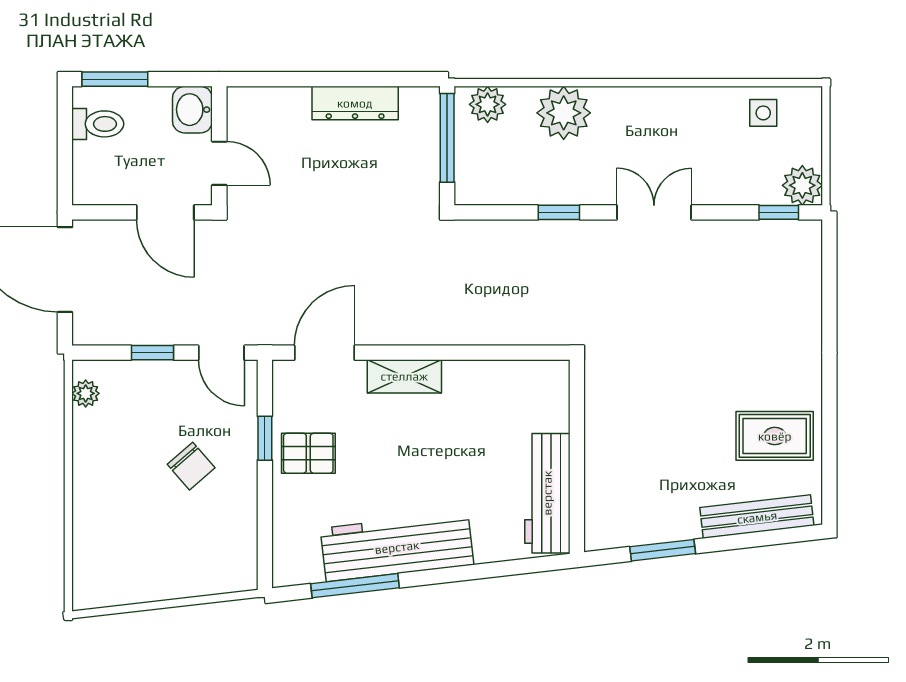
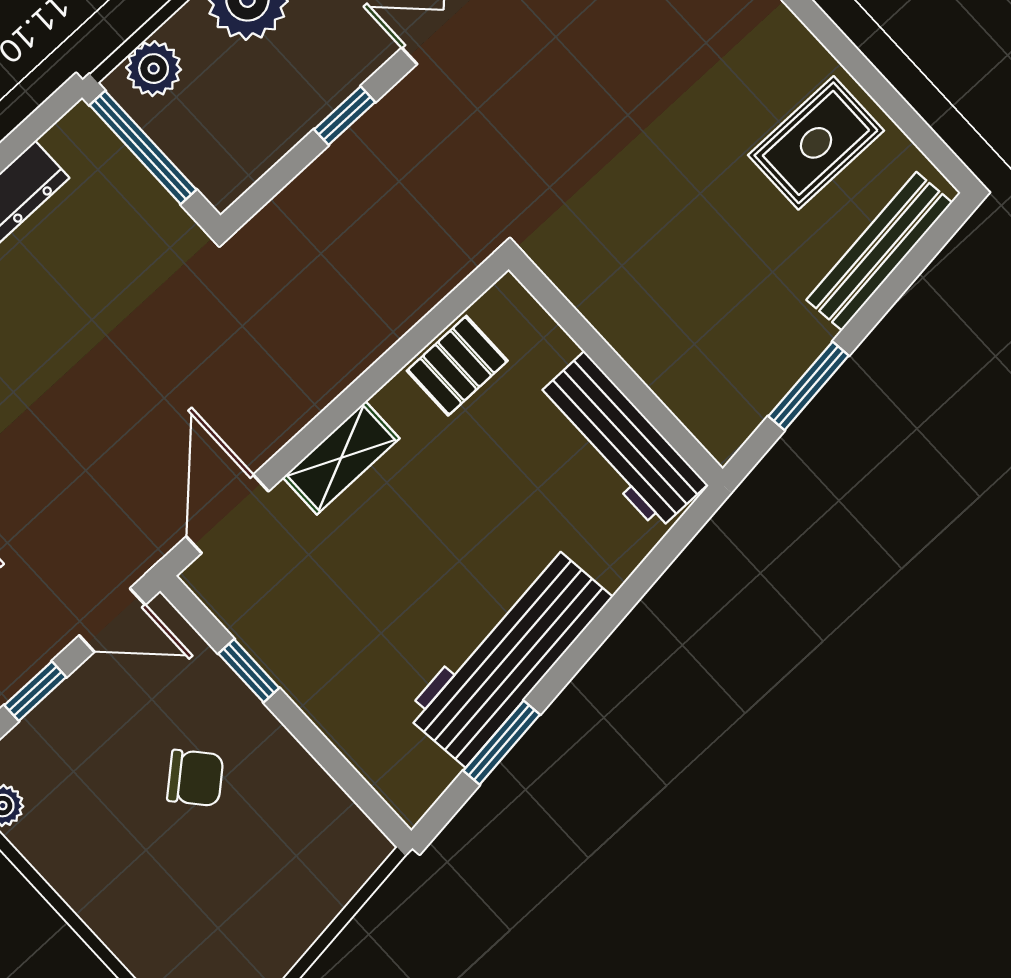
pallet: (308, 453) -> (457, 366), moved
window: (355, 586) -> (502, 743), width x0.69

